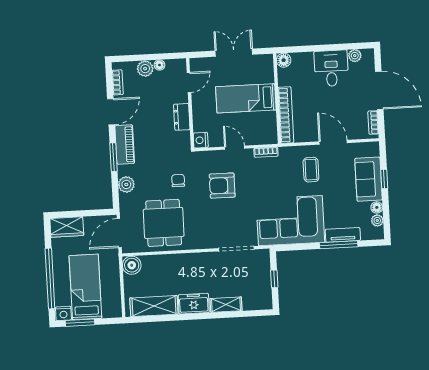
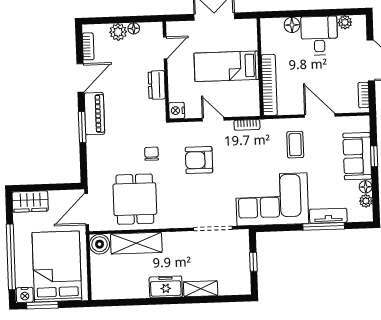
floor lamp: (284, 60) -> (292, 25), moved
plant: (126, 184) -> (95, 157), removed
bed: (85, 287) -> (57, 266), width x1.50
shelving: (154, 306) -> (136, 243), moved

